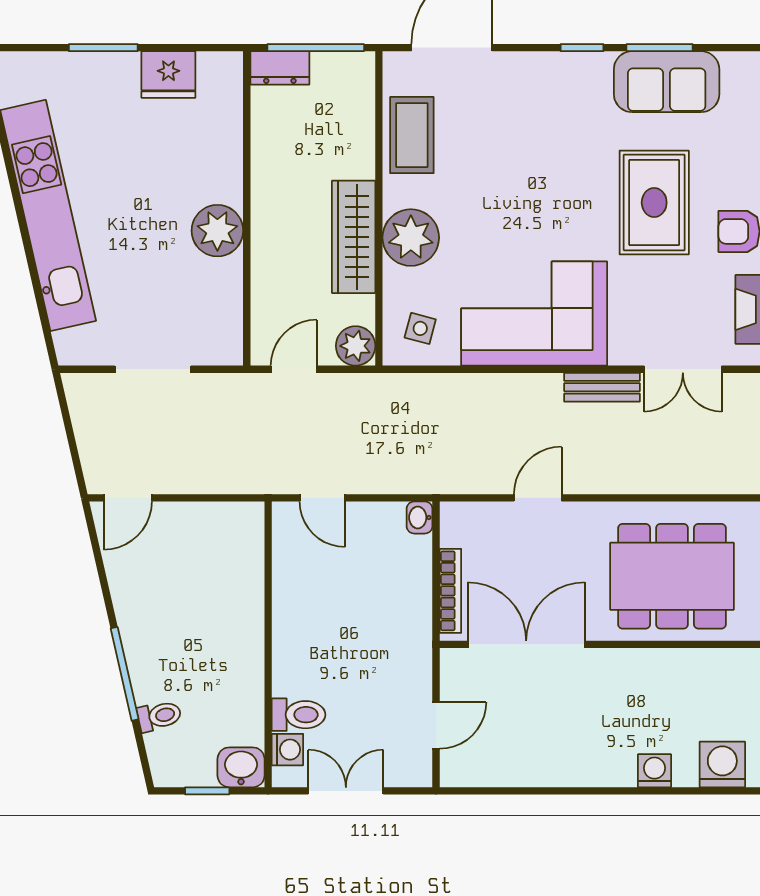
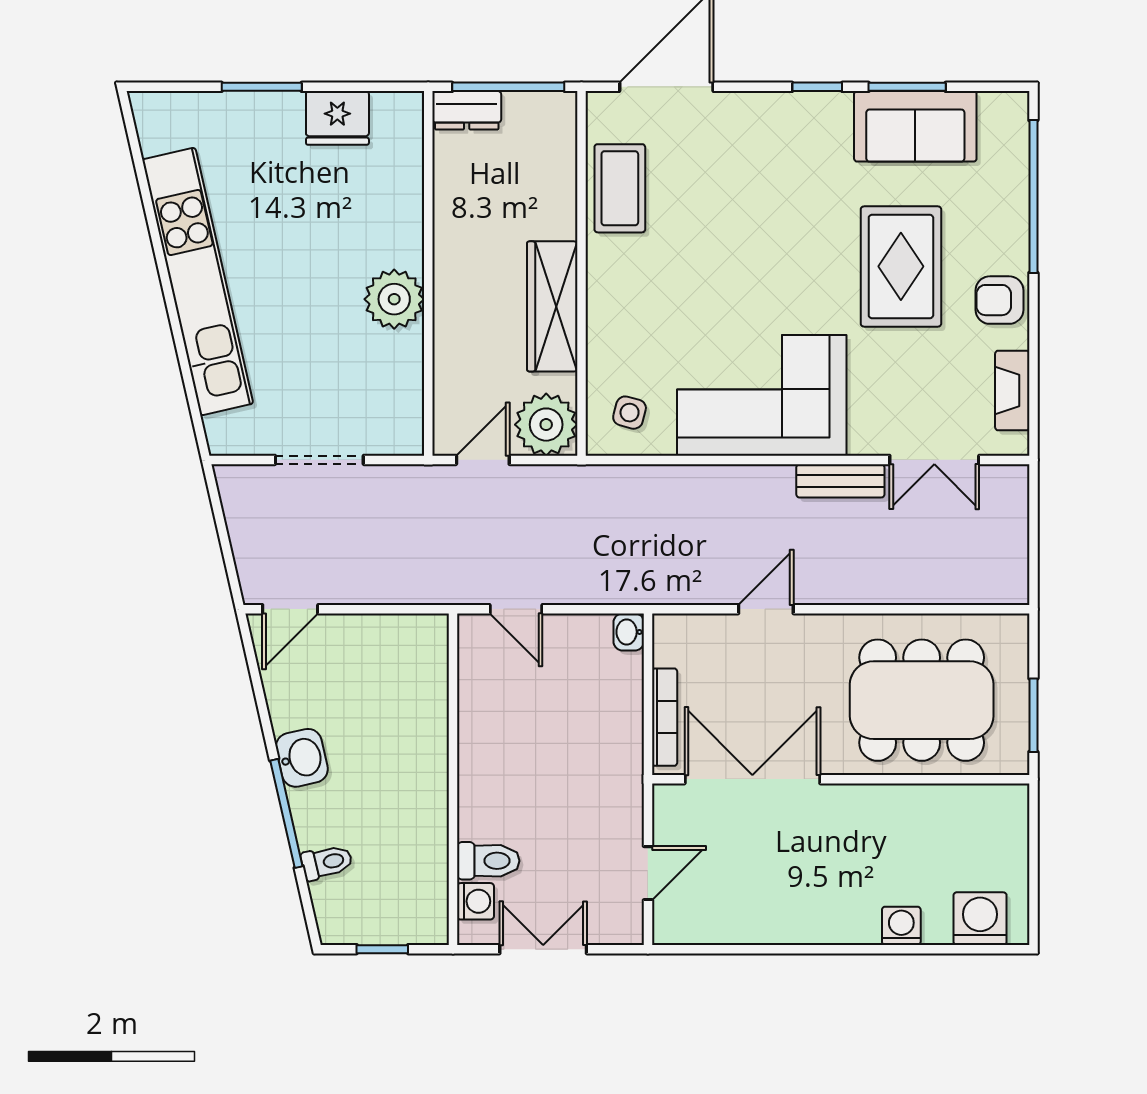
plant: (411, 238) -> (619, 307), removed
plant: (356, 346) -> (546, 425), width x1.36, depth x1.36
washbasin: (241, 767) -> (302, 758), moved, turned 77

